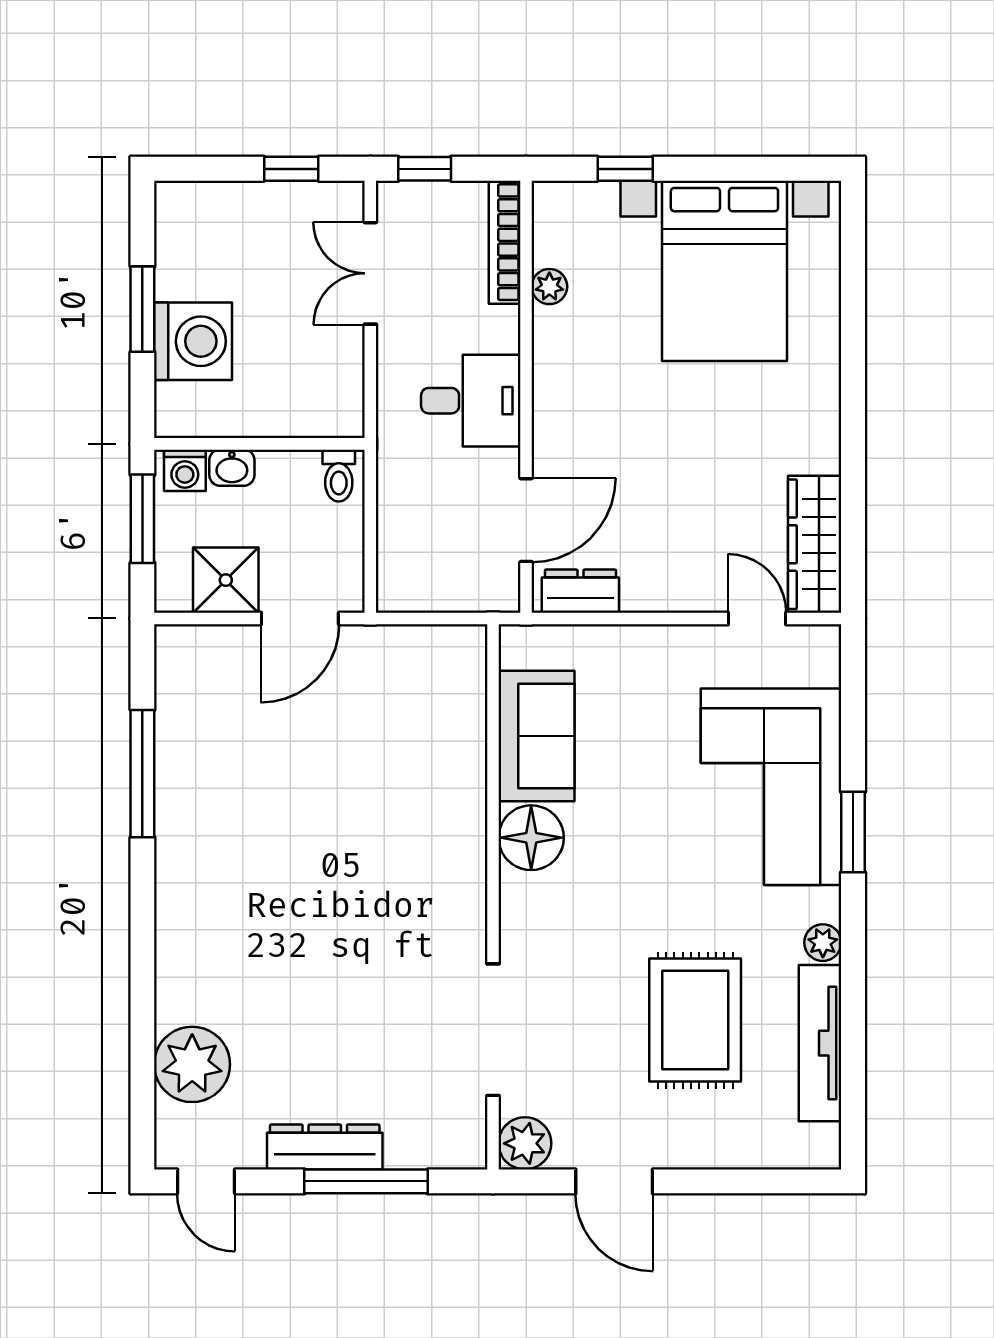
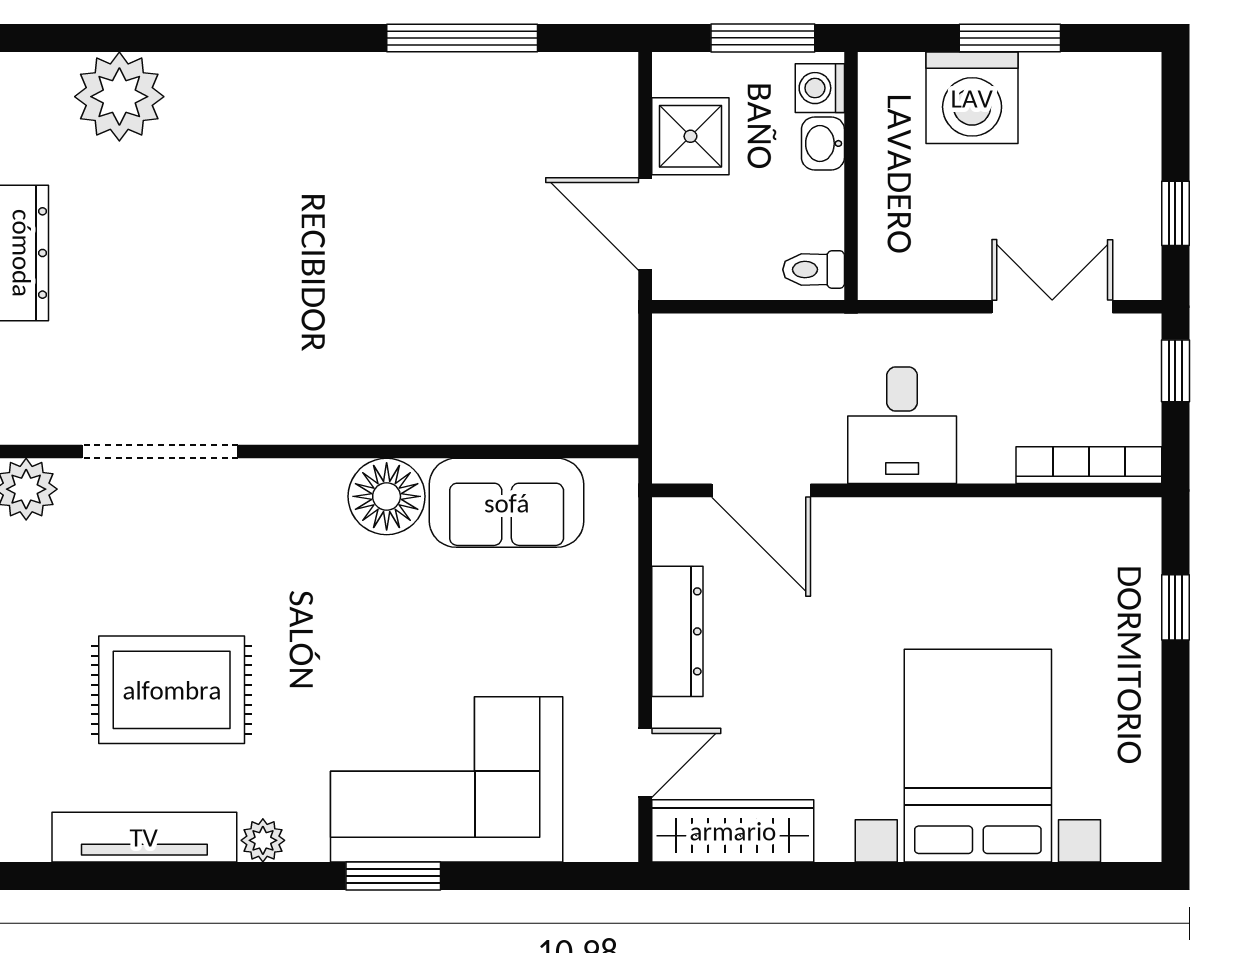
bed with nightstands: (724, 271) -> (978, 756), moved, turned 90
plant: (549, 287) -> (1037, 518), removed
dresser: (580, 591) -> (677, 631), moved, width x1.44

